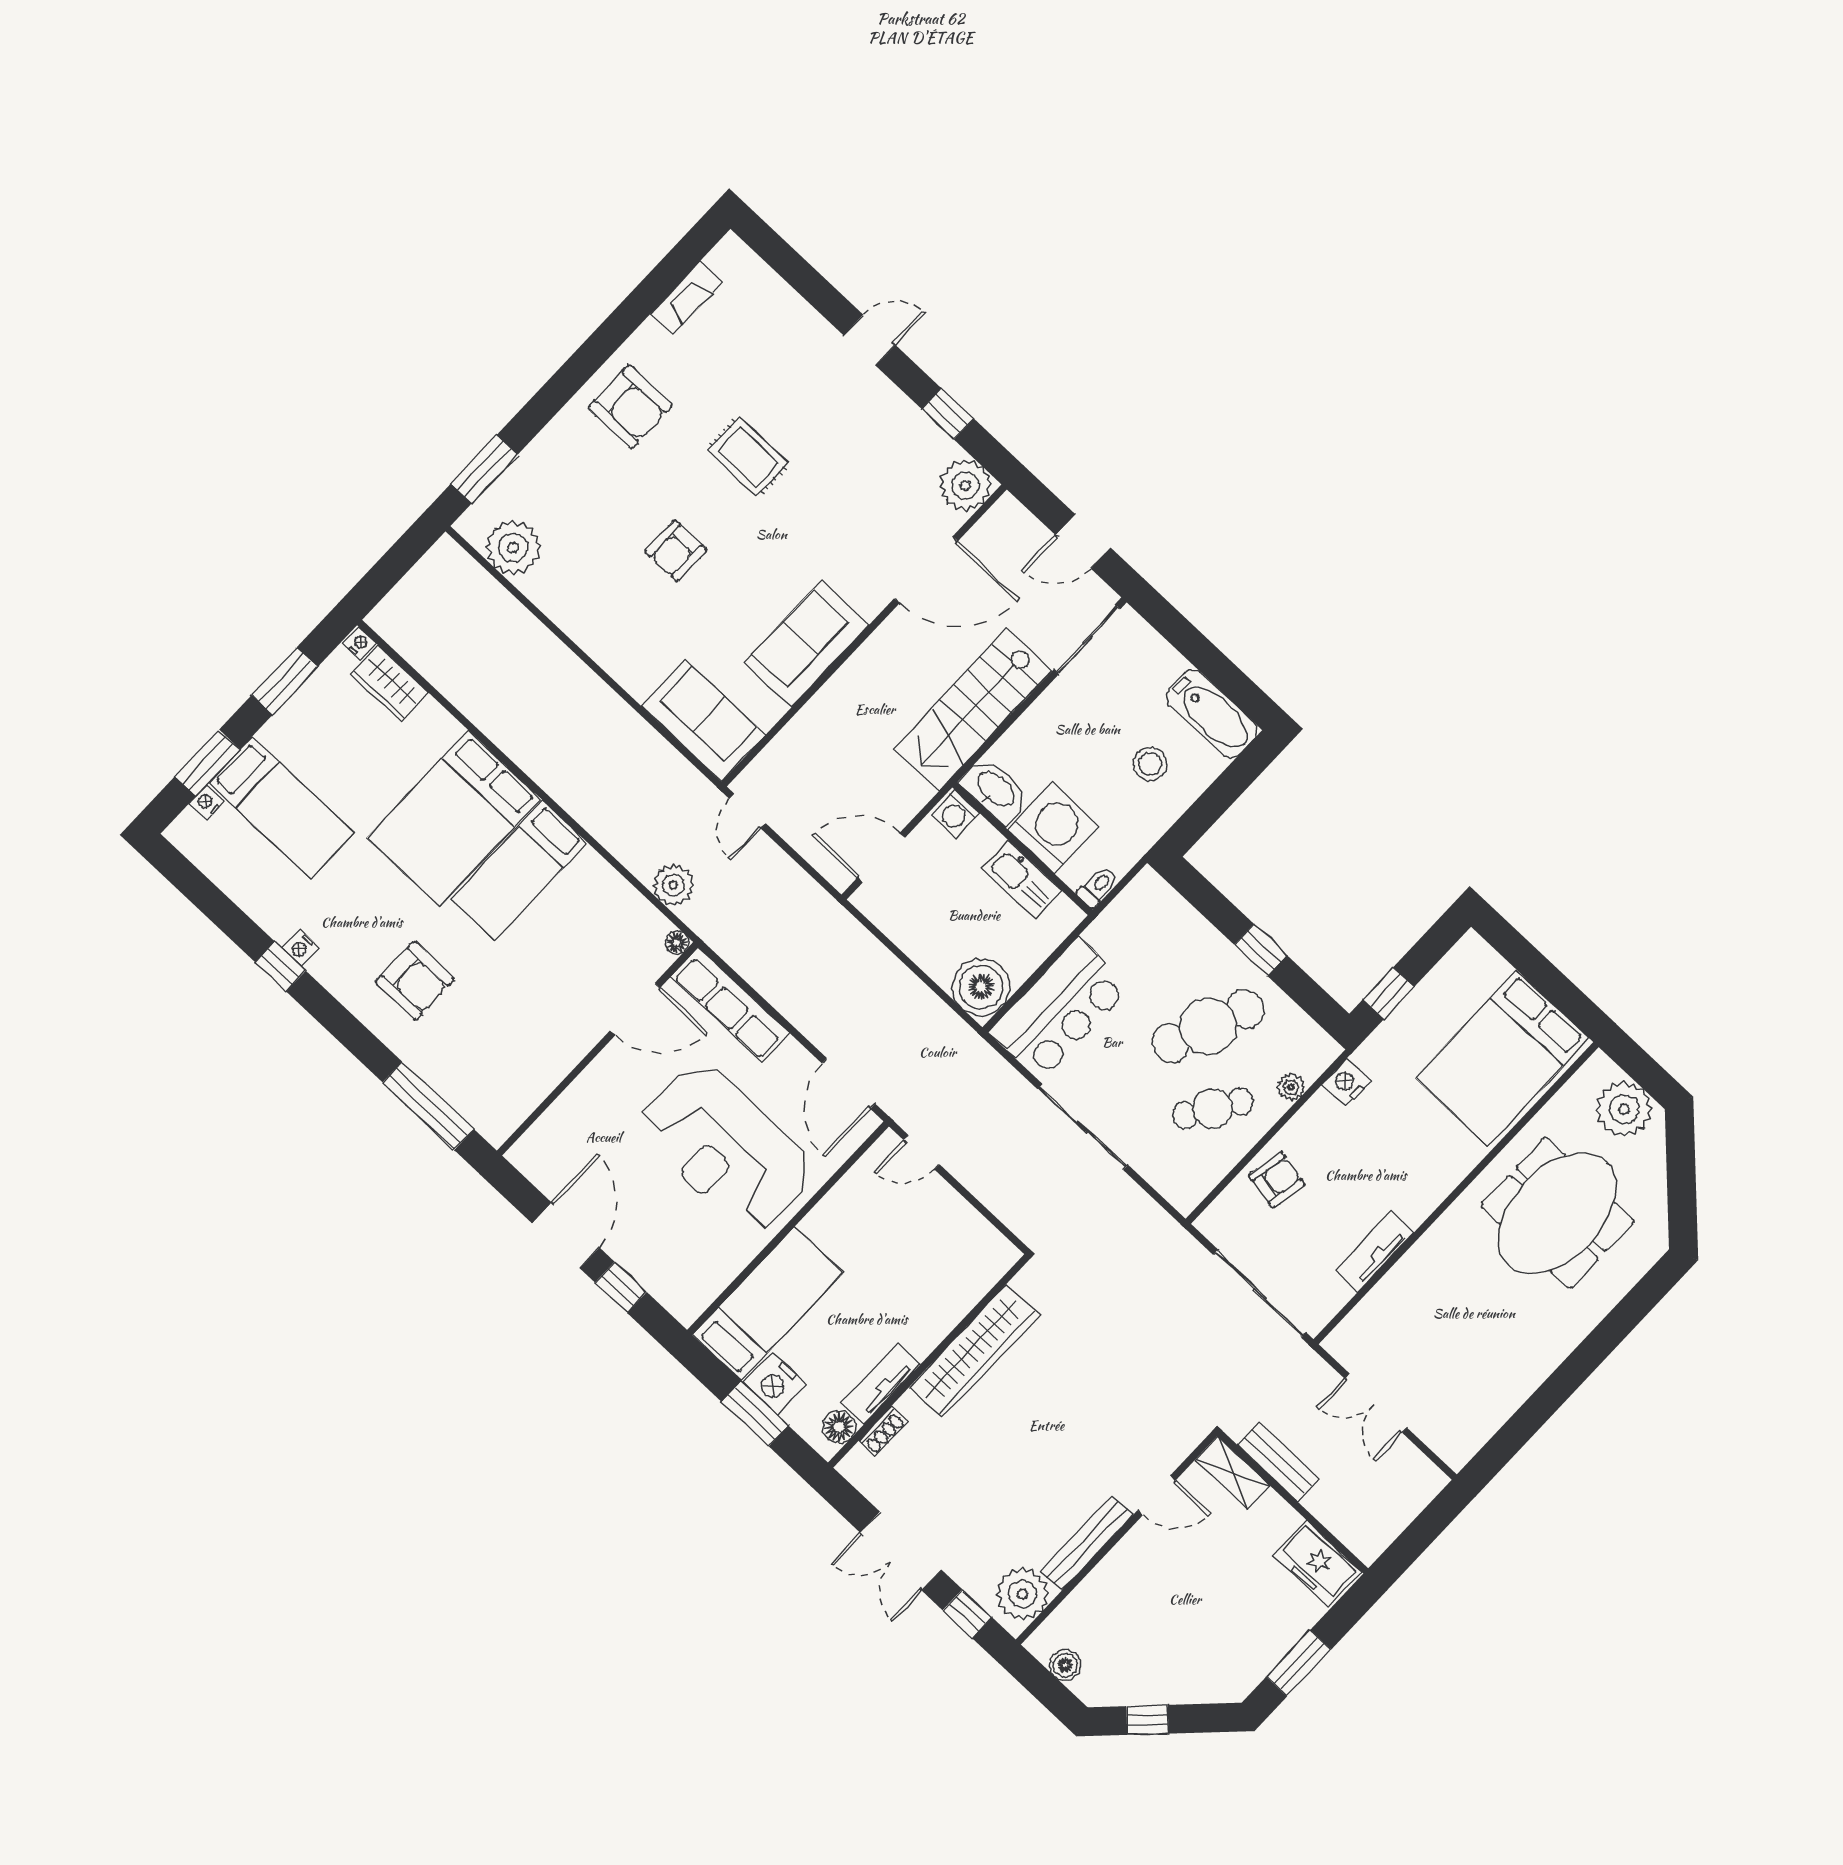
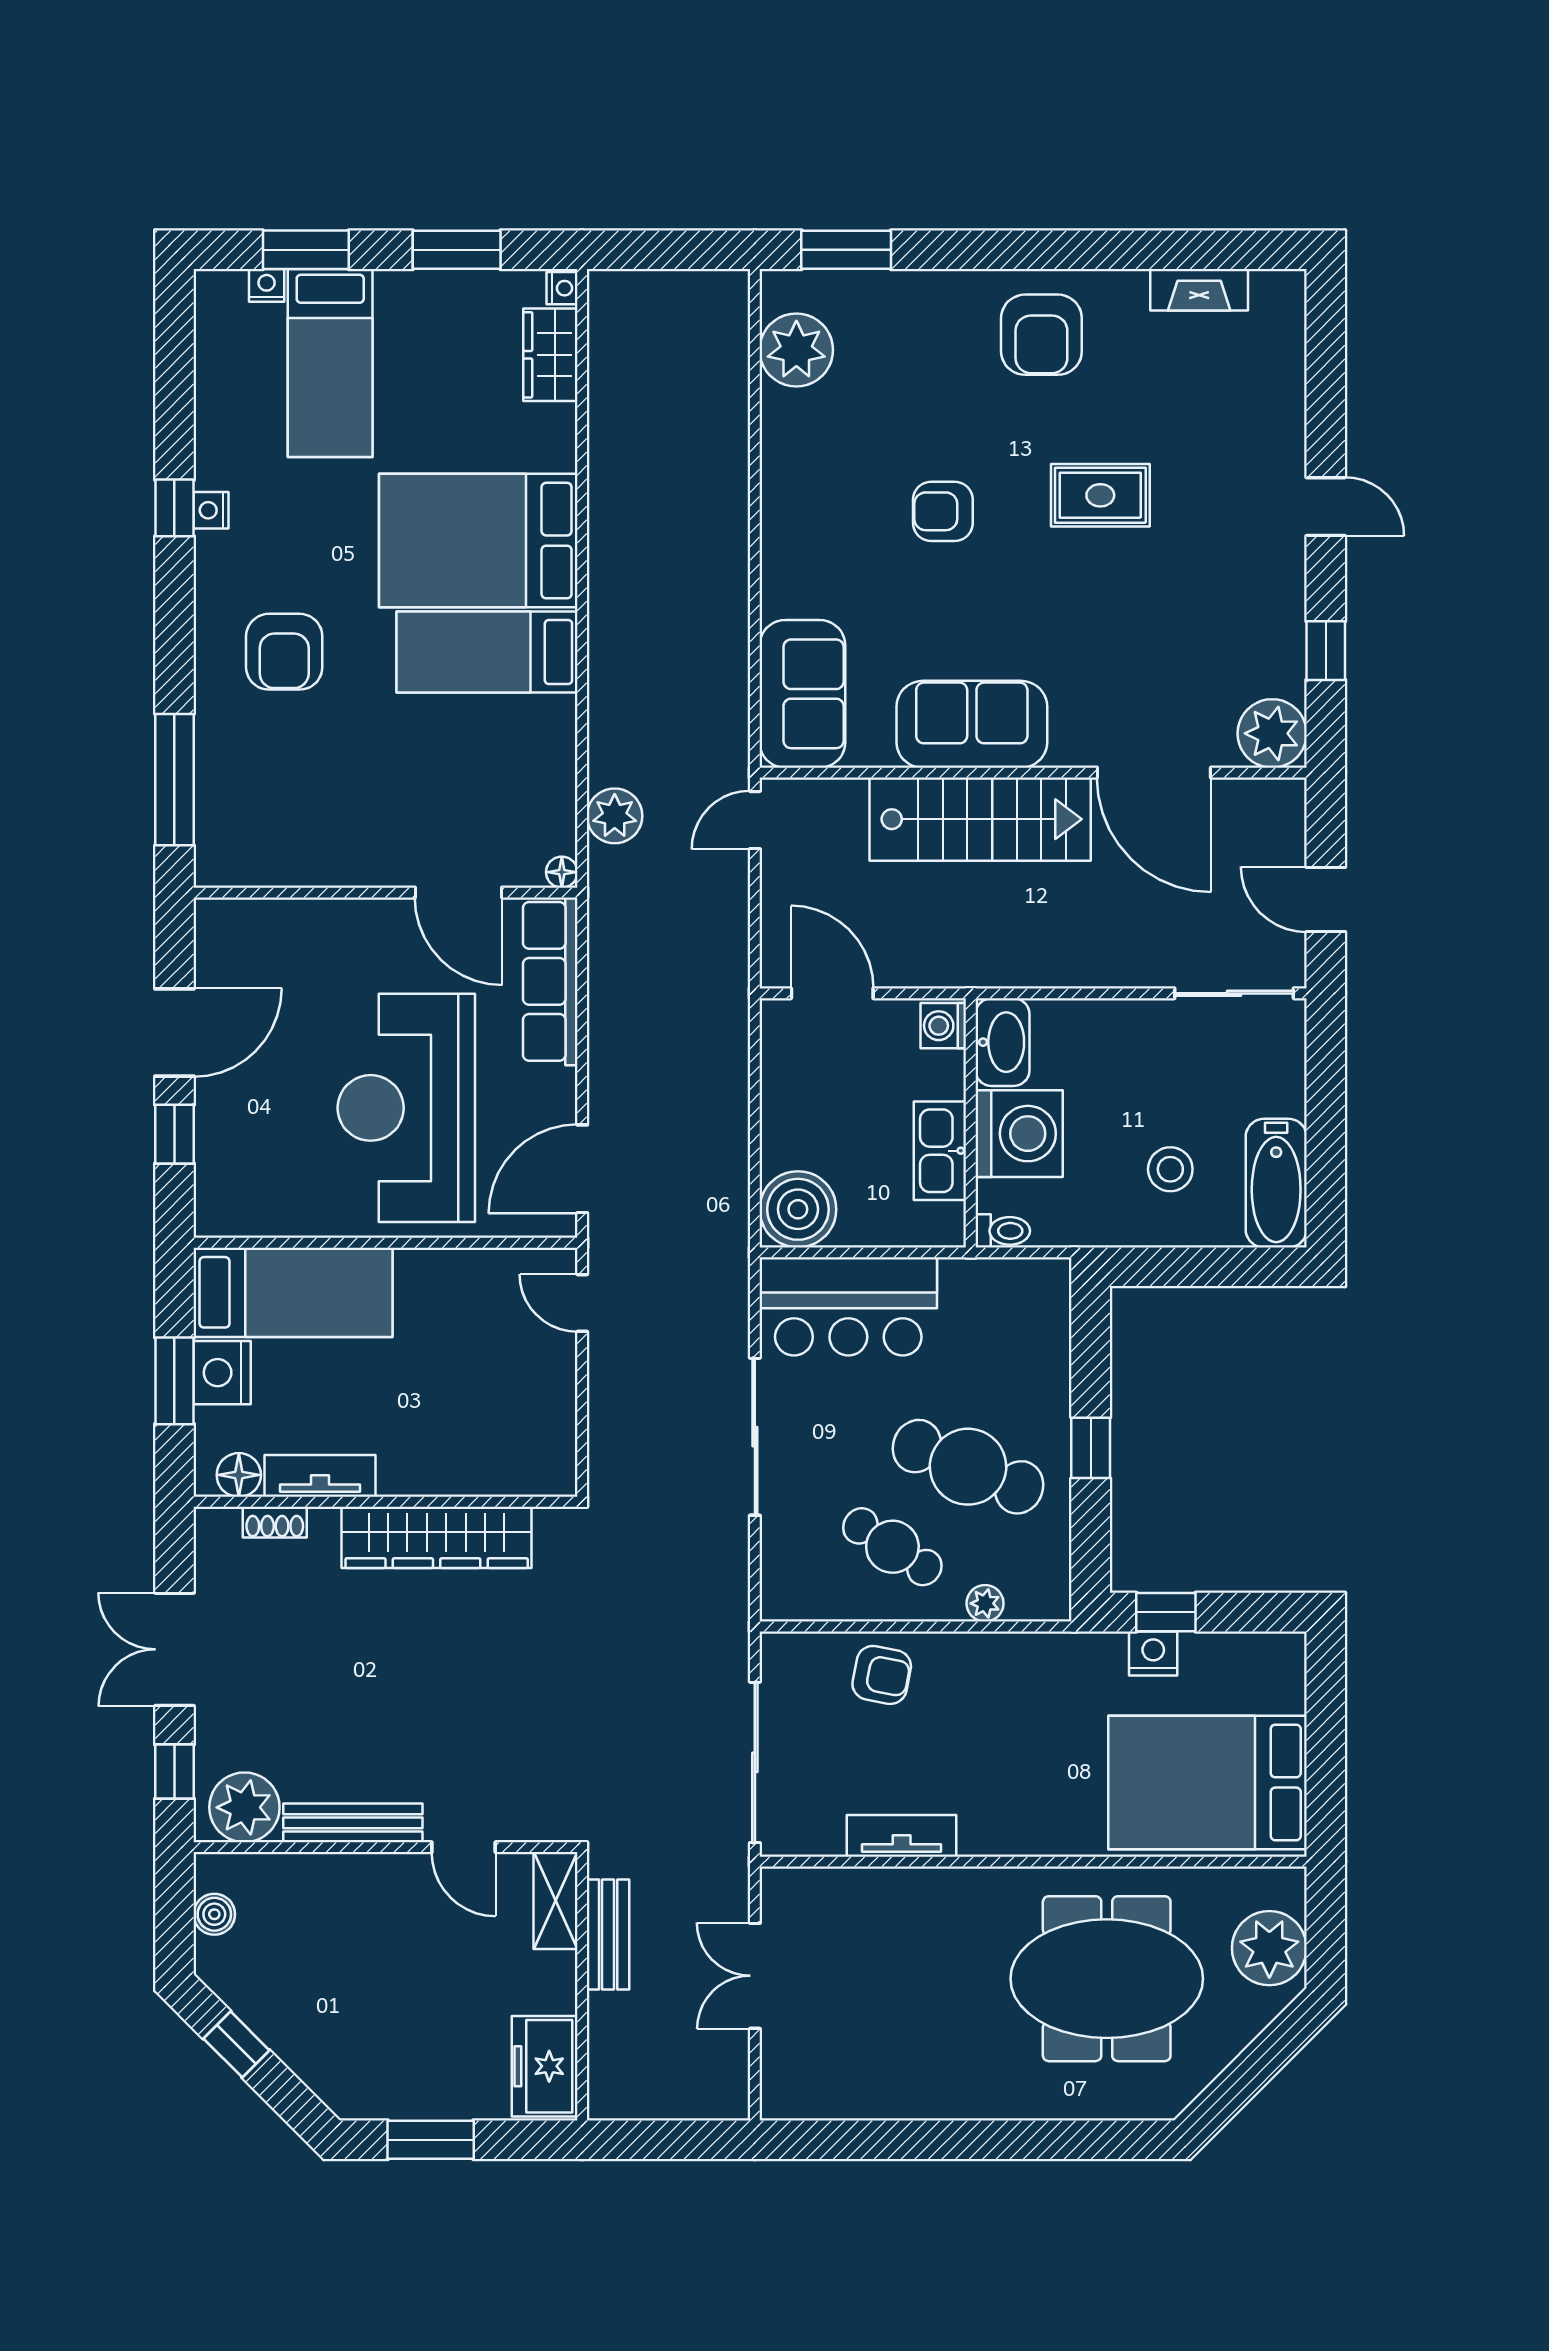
rug: (748, 457) -> (1100, 495), turned 90
stairs: (973, 710) -> (980, 819), moved, turned 180
nightstand: (1346, 1083) -> (1153, 1653), moved

